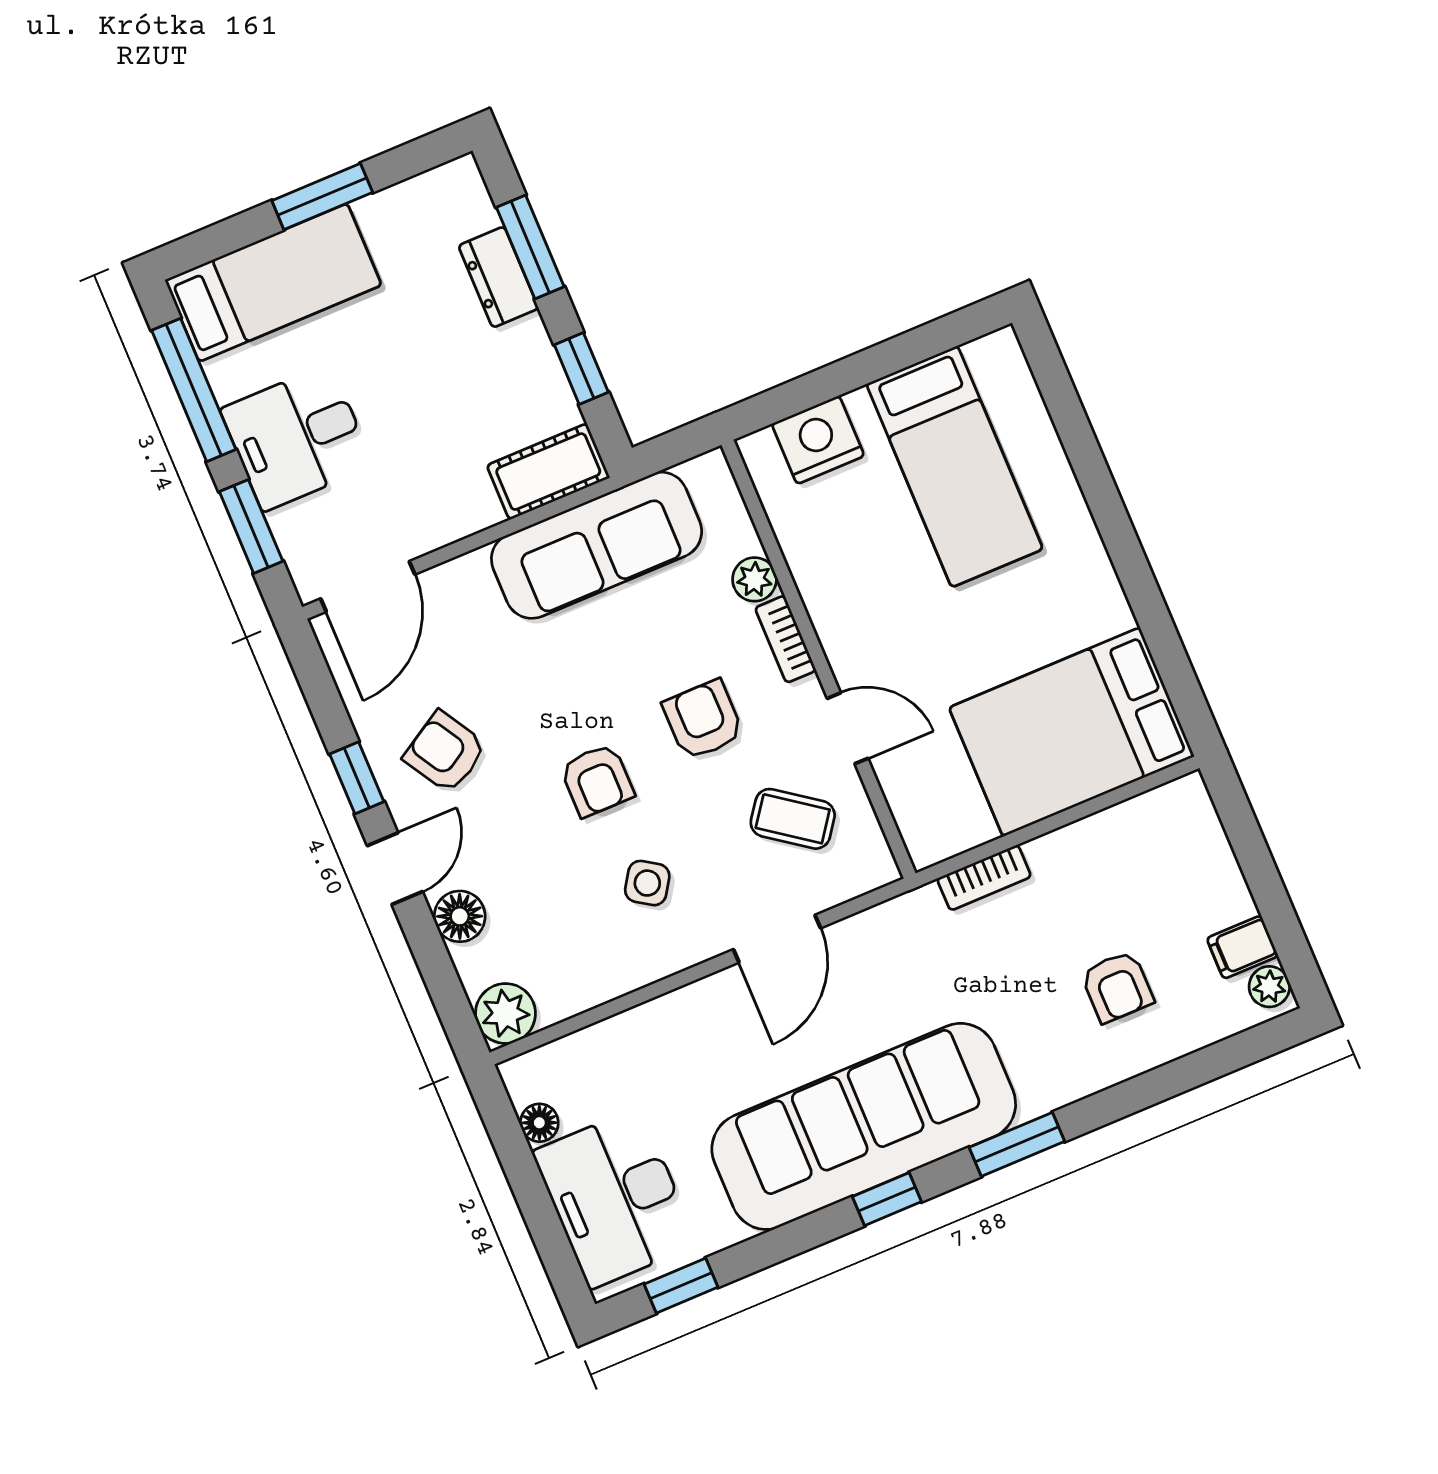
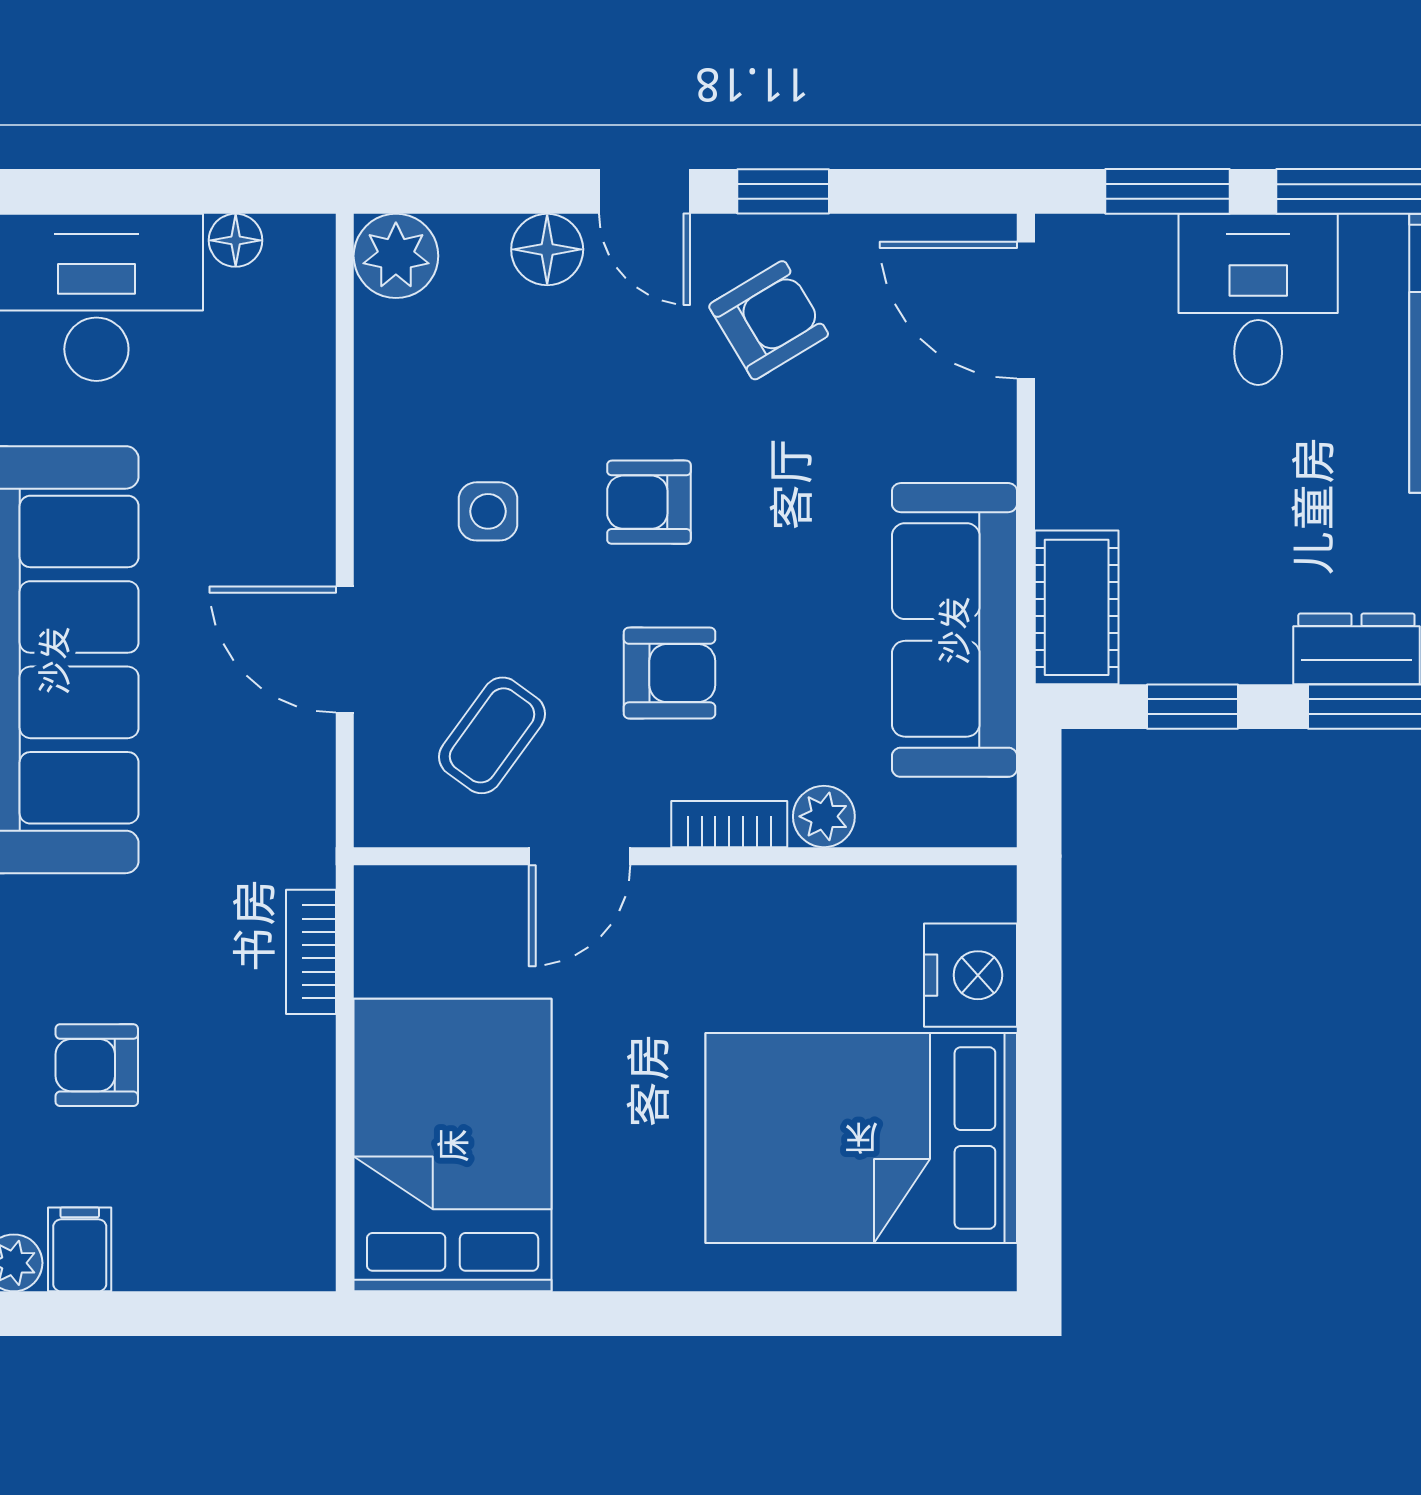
bed: (955, 467) -> (861, 1138), width x1.50
side table: (647, 883) -> (488, 511), turned -33

